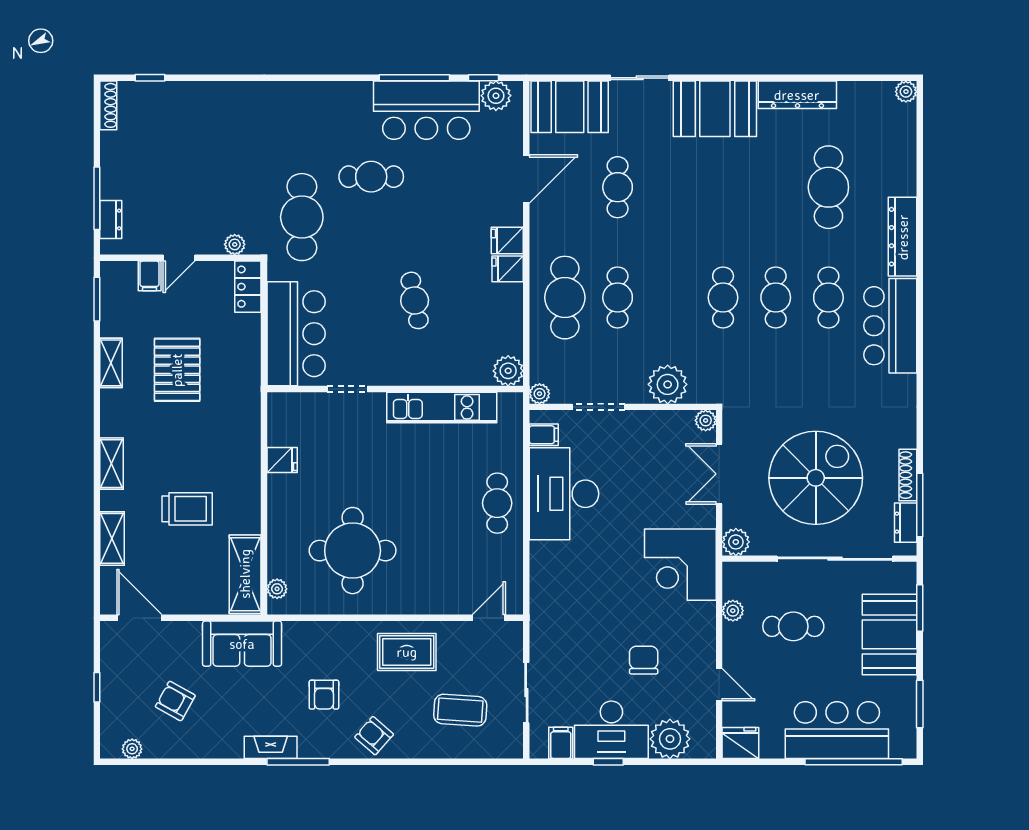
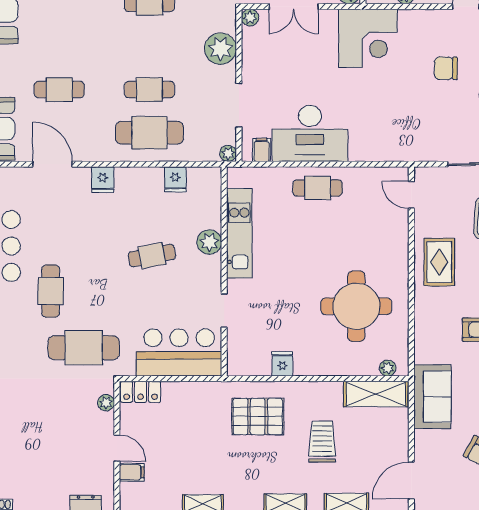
fridge: (508, 269) -> (175, 179), moved
pallet: (177, 370) -> (258, 416), moved
plant: (508, 371) -> (209, 242), moved

